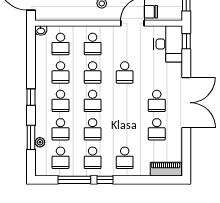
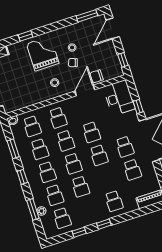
window: (186, 41) -> (138, 107), moved
window: (31, 62) -> (13, 149), added
school desk: (93, 158) -> (99, 155), moved
window: (74, 180) -> (79, 232), width x0.46

